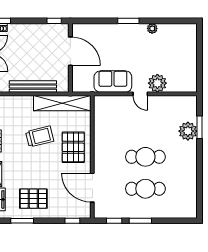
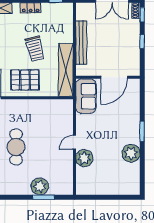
window: (54, 21) -> (142, 42), moved
plant: (152, 28) -> (131, 153), width x1.88, depth x1.88
sofa: (113, 82) -> (86, 96), moved

